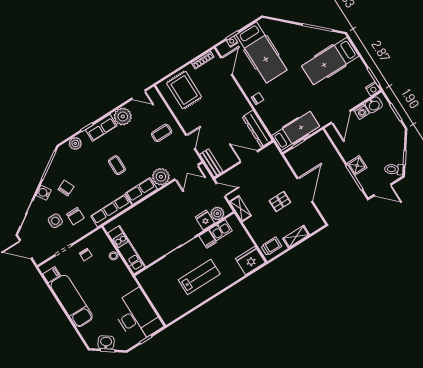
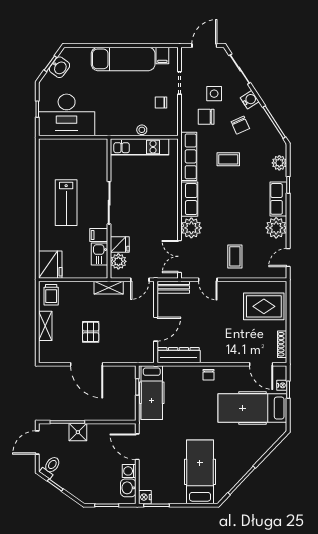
coffee table: (117, 165) -> (228, 159), moved

